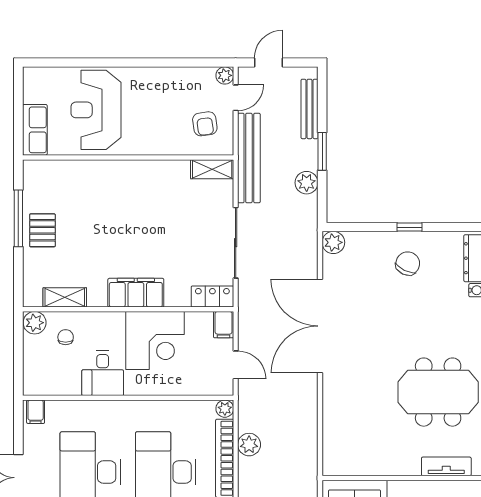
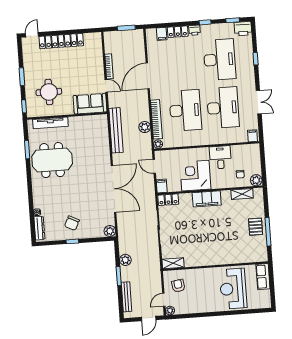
reception desk: (96, 110) -> (233, 289), turned 180
bench: (249, 158) -> (116, 130), moved
tv unit: (446, 466) -> (50, 123), width x1.41

